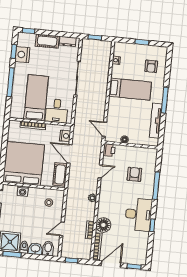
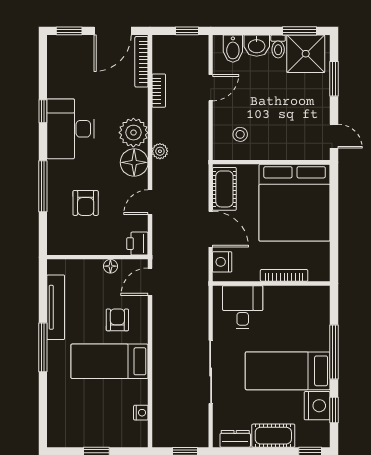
armchair: (151, 66) -> (117, 320), moved
bed: (36, 98) -> (288, 371), moved, turned 90
door: (104, 129) -> (150, 282), swing flipped
washing machine: (23, 191) -> (291, 151), removed
plant: (105, 209) -> (133, 133), added
floor lamp: (103, 225) -> (134, 162), moved

